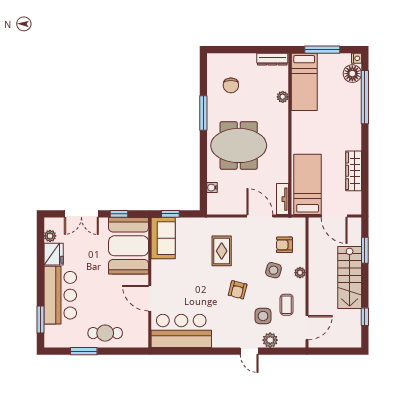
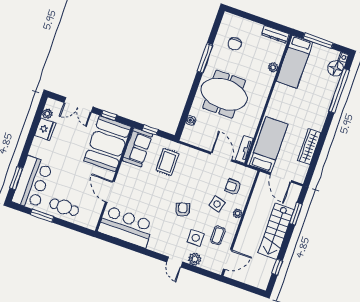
rug: (222, 251) -> (167, 162), moved
armchair: (238, 290) -> (183, 210), turned 149
bar counter: (60, 295) -> (32, 183), moved

